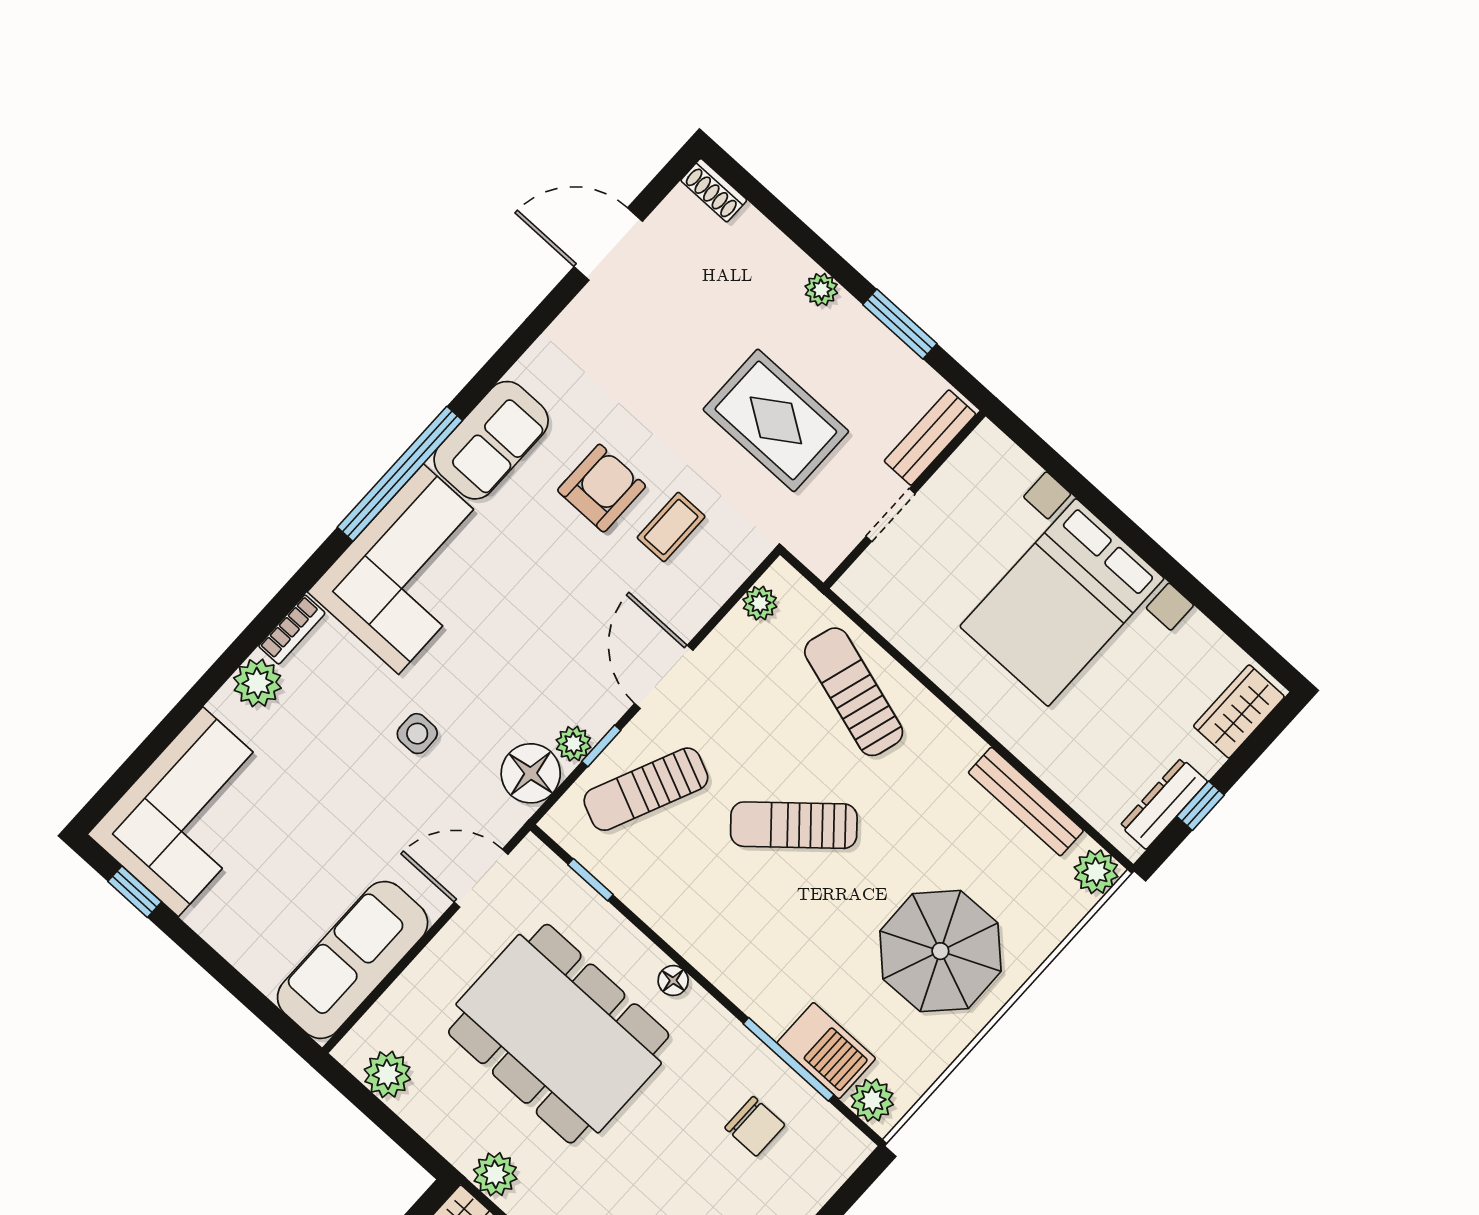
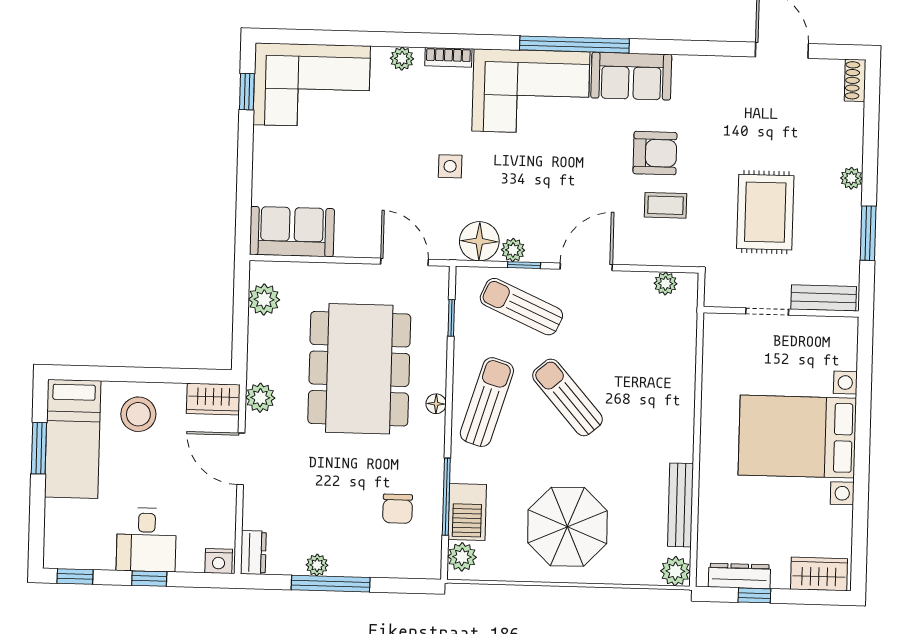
plant: (257, 683) -> (402, 59), width x0.73, depth x0.73
sun lounger: (854, 692) -> (487, 402), moved
sofa: (353, 960) -> (292, 232), width x0.73

